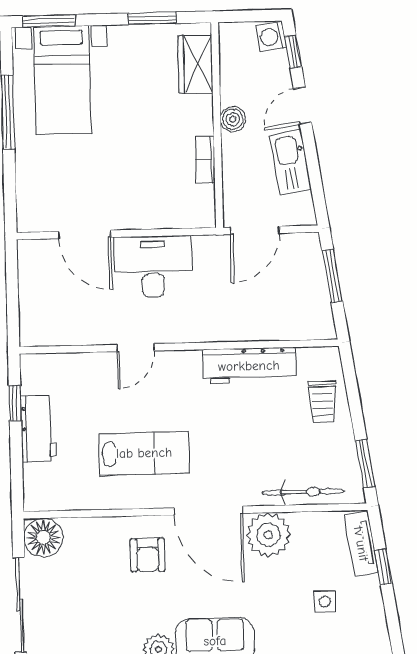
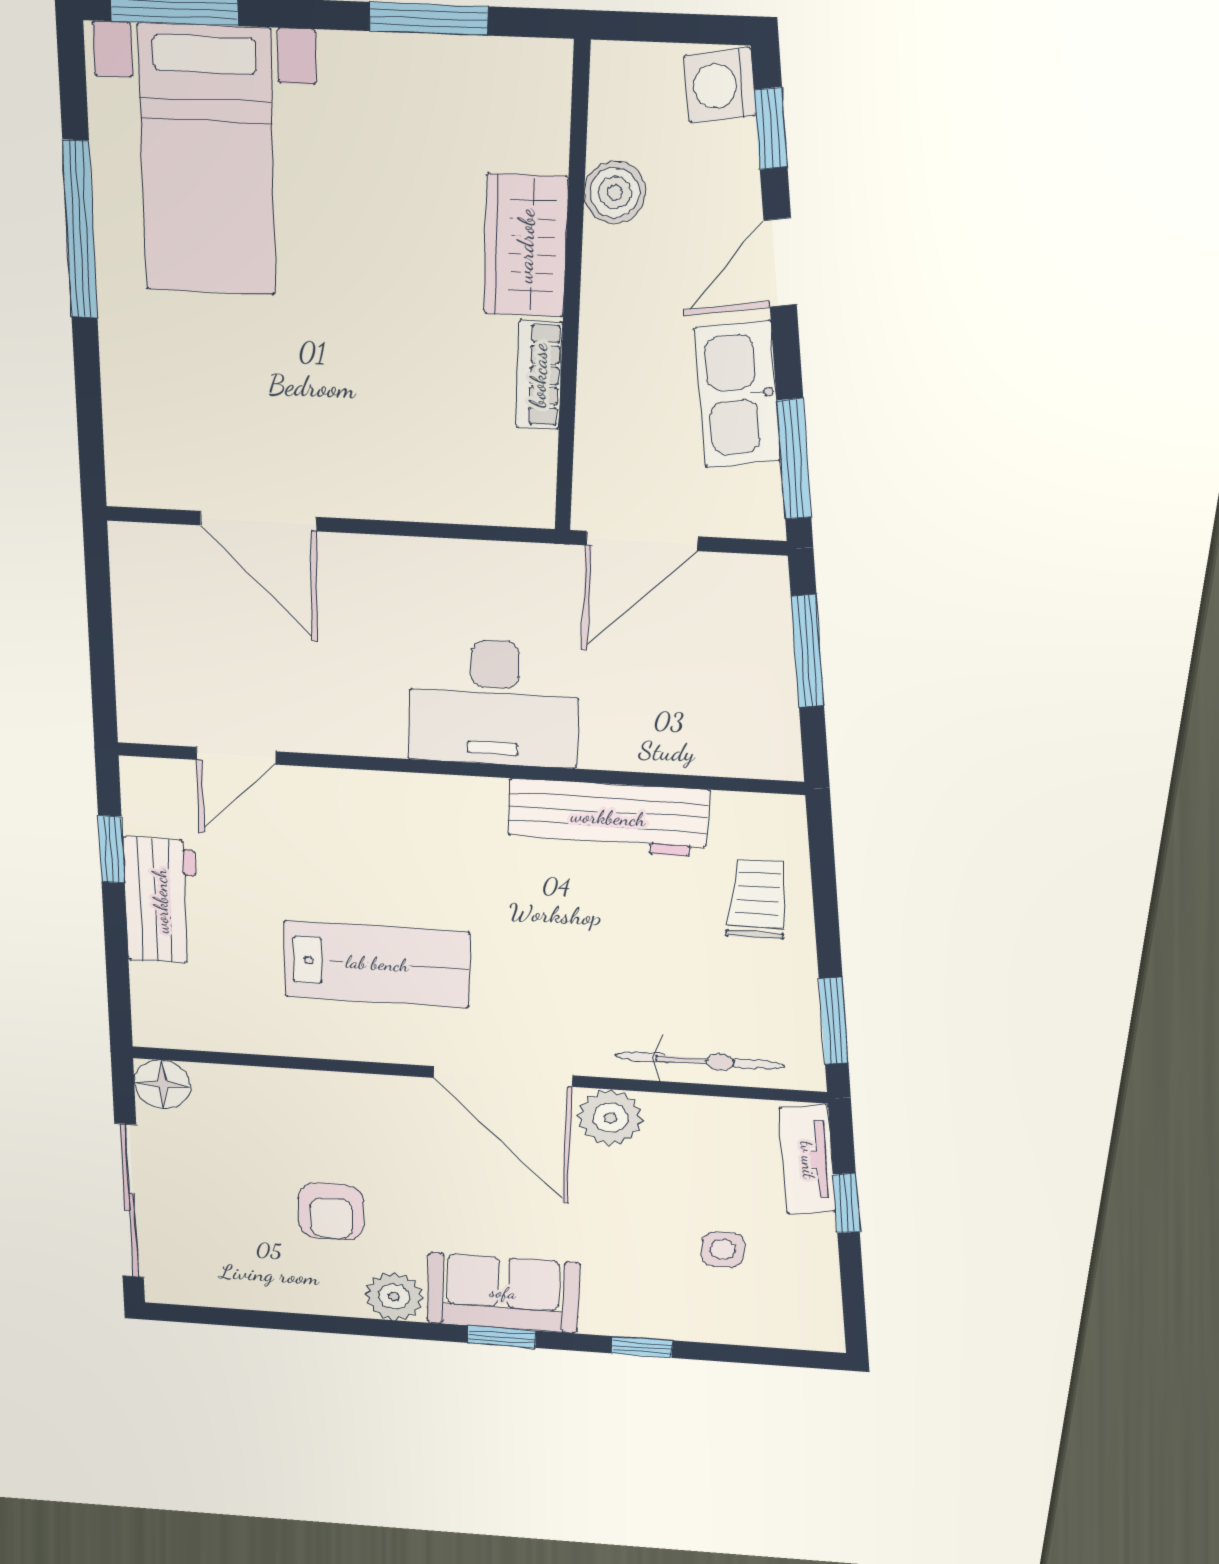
wardrobe: (195, 64) -> (526, 246), moved
boiler: (233, 119) -> (615, 192), moved
window: (317, 189) -> (794, 459), added
desk: (153, 267) -> (494, 703), moved, turned 180
door: (135, 348) -> (236, 756), moved
trolley: (323, 401) -> (758, 899), turned 180
plant: (268, 535) -> (610, 1118), width x0.73, depth x0.73
floor lamp: (43, 537) -> (162, 1084), width x0.73, depth x0.73
armchair: (148, 555) -> (331, 1212), moved

